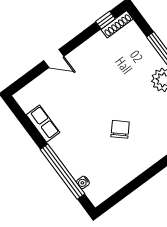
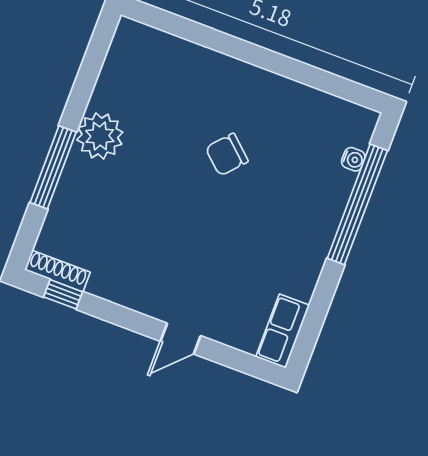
door: (54, 58) -> (181, 339), swing flipped
row of seats: (43, 124) -> (283, 331), moved

